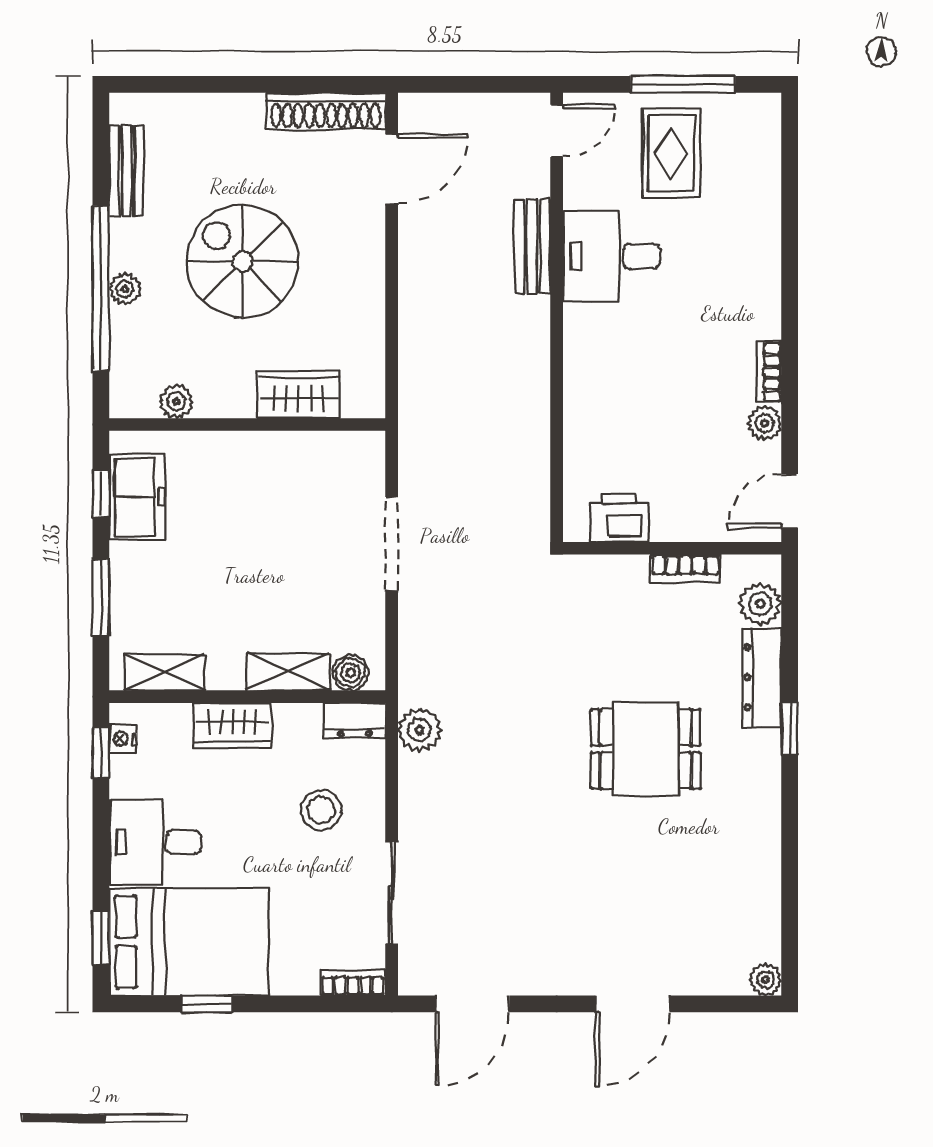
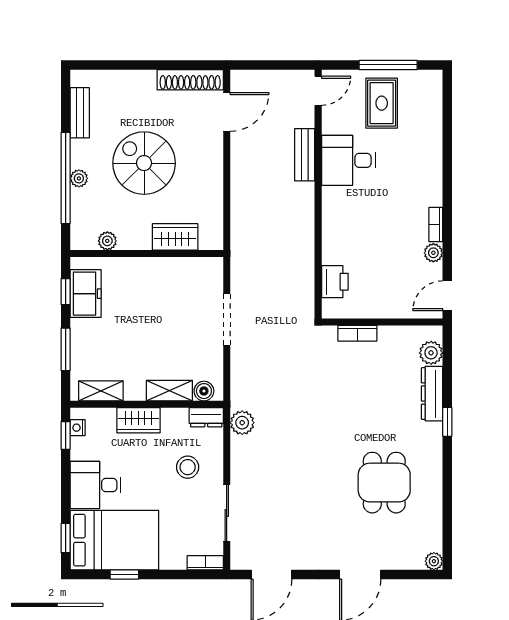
printer: (619, 518) -> (335, 282), moved, turned 90
bookcase: (685, 568) -> (357, 333), moved
dining table: (646, 749) -> (384, 483), moved, turned 90

